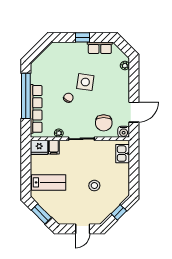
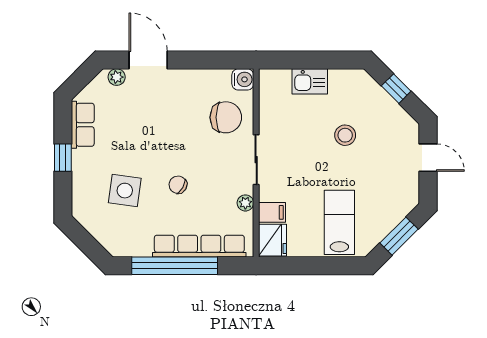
side table: (85, 82) -> (125, 191), moved
door: (134, 112) -> (148, 60), moved
kitchen sink: (123, 154) -> (310, 81), moved

